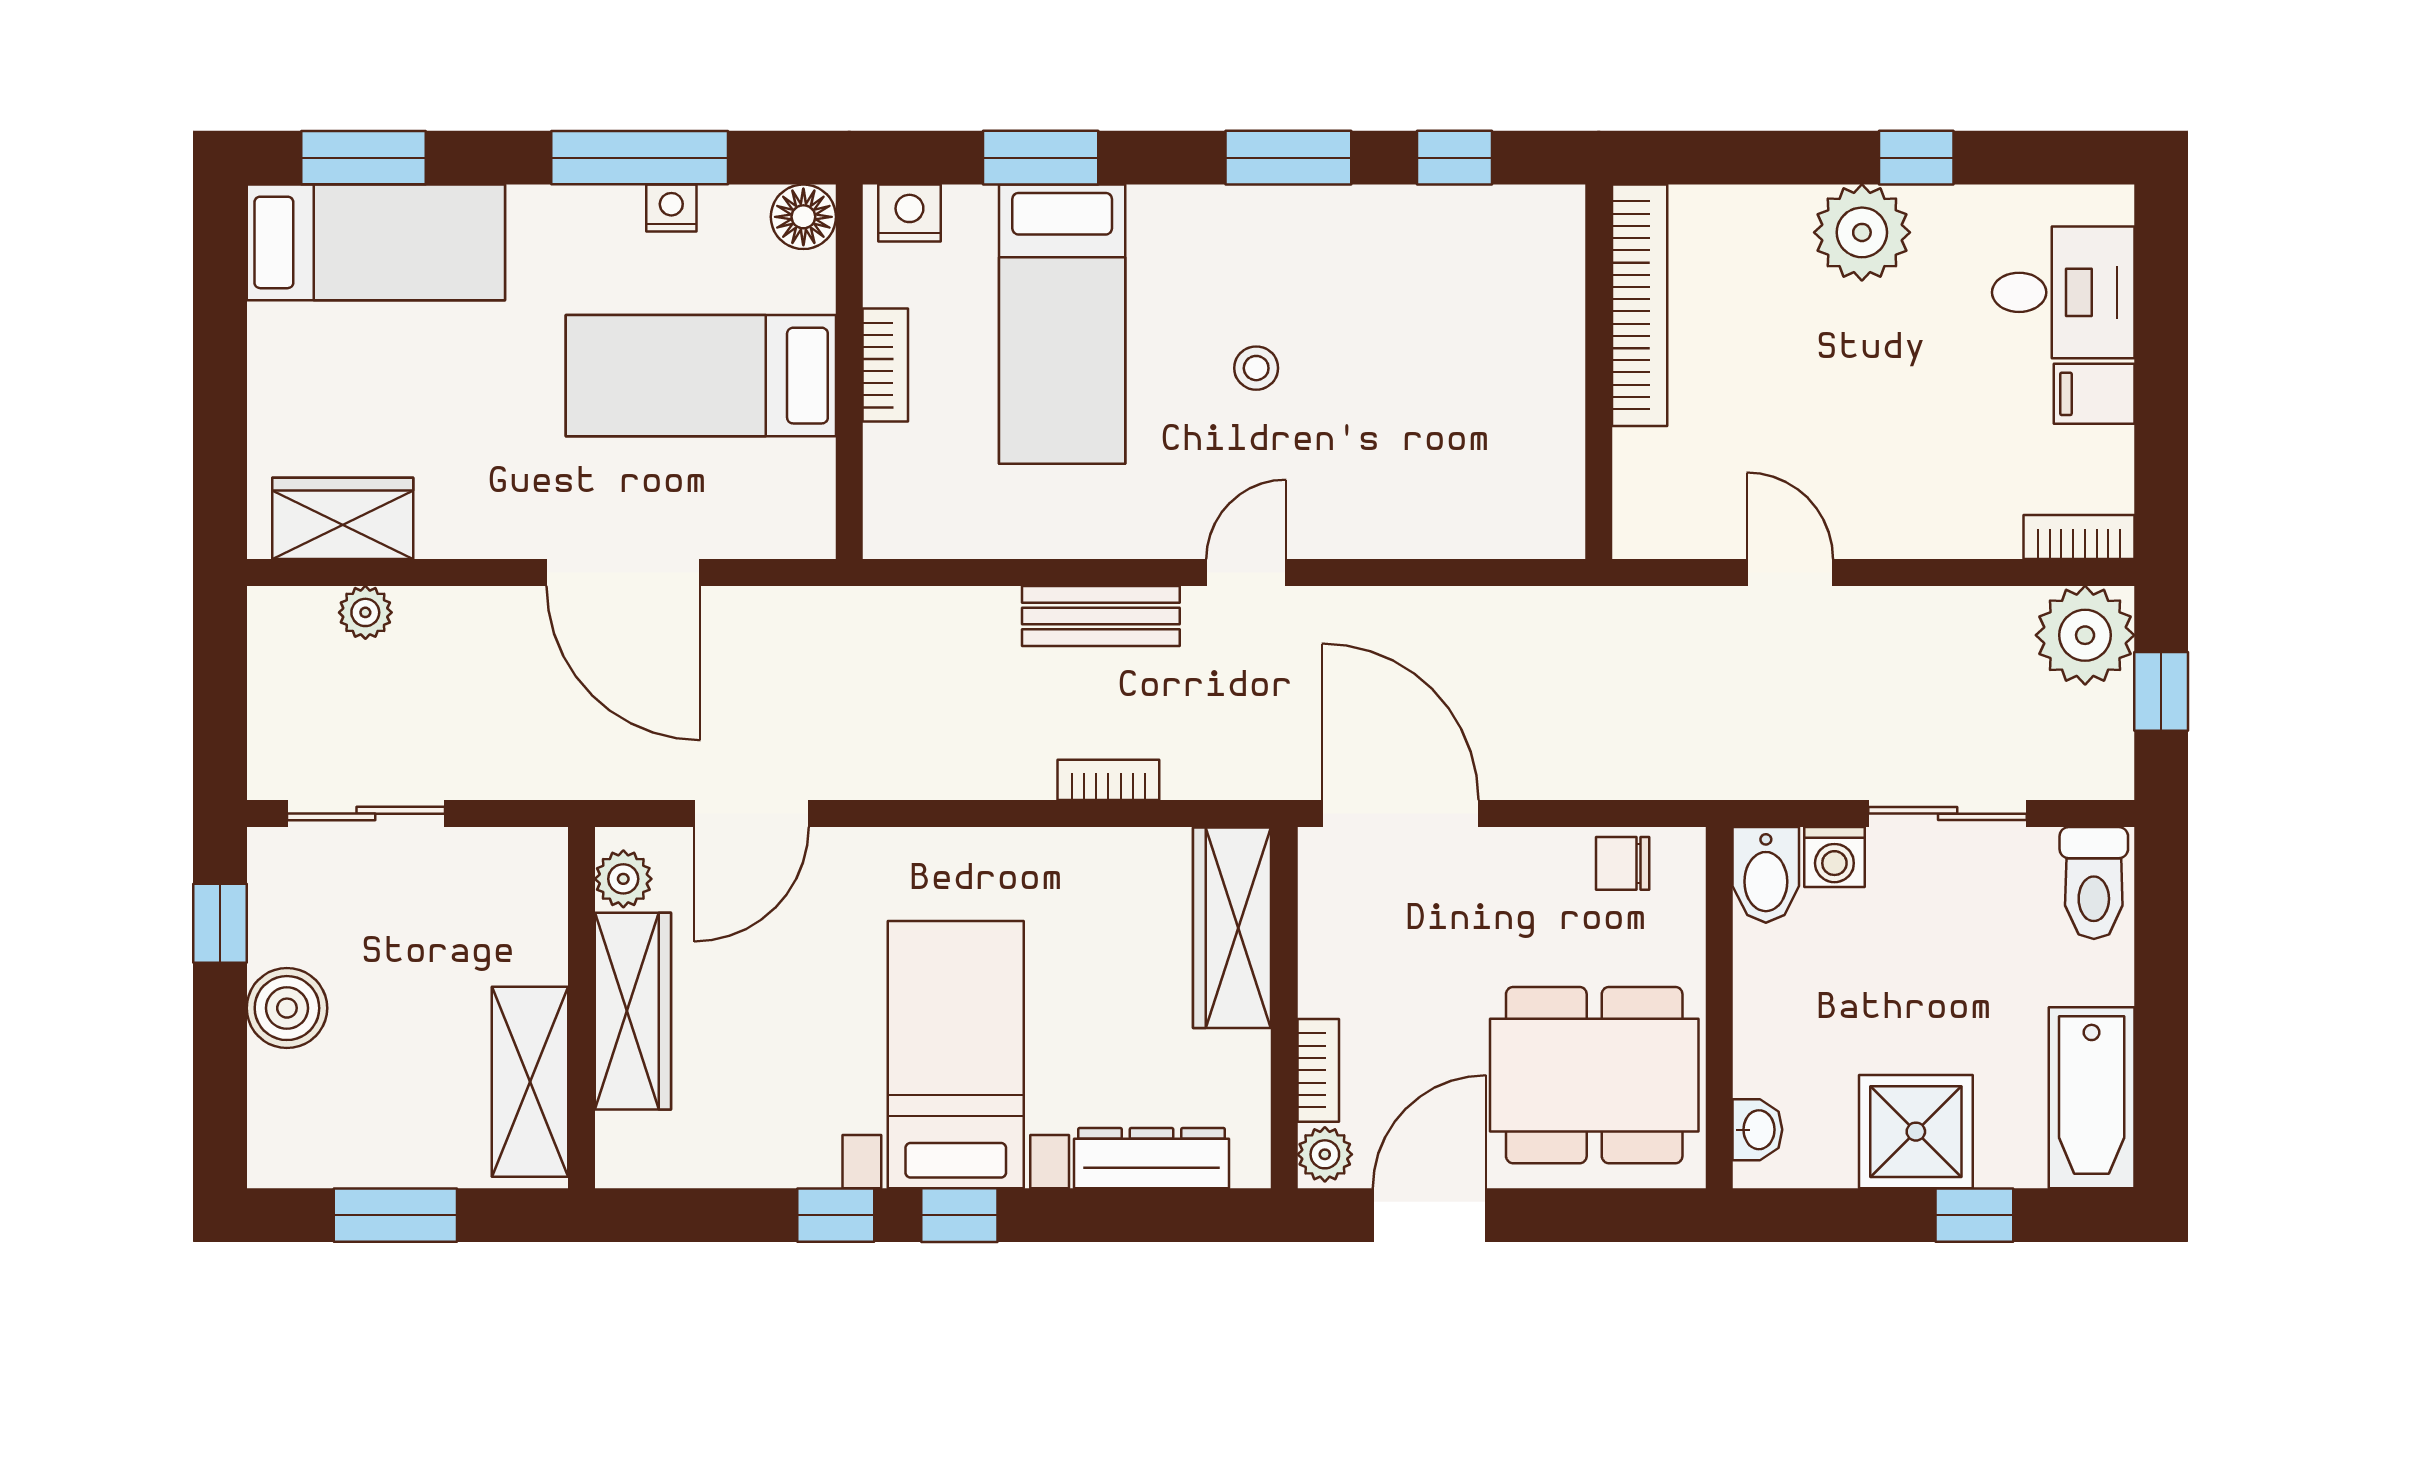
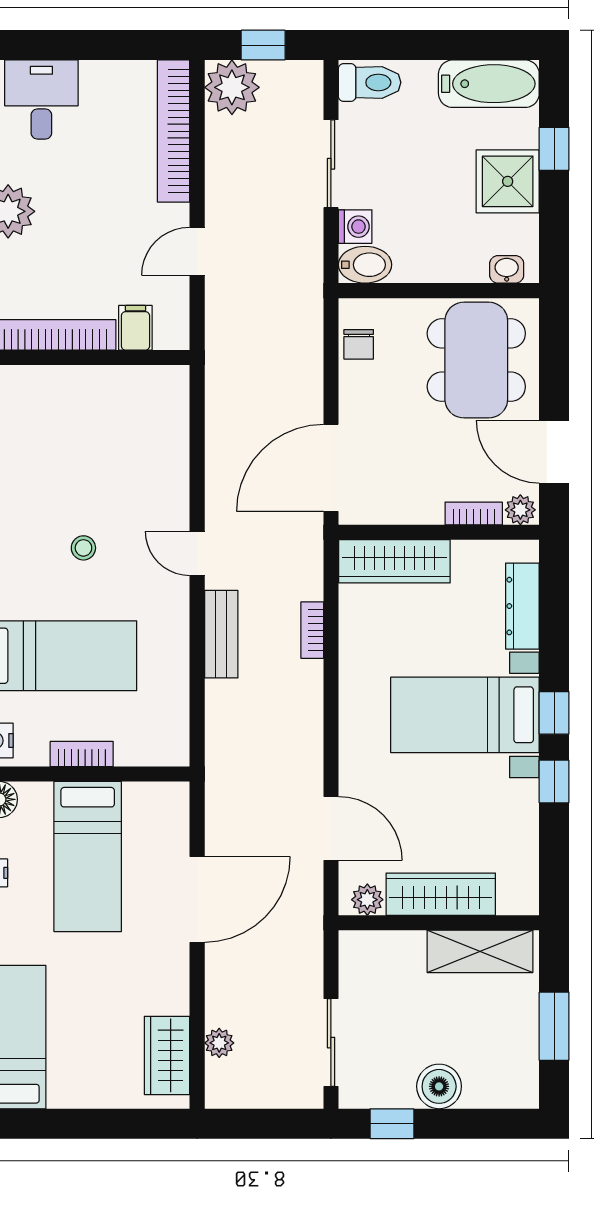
filing cabinet: (2094, 394) -> (135, 328), moved, turned 180
bookcase: (2079, 537) -> (174, 131), width x2.31, depth x1.31

